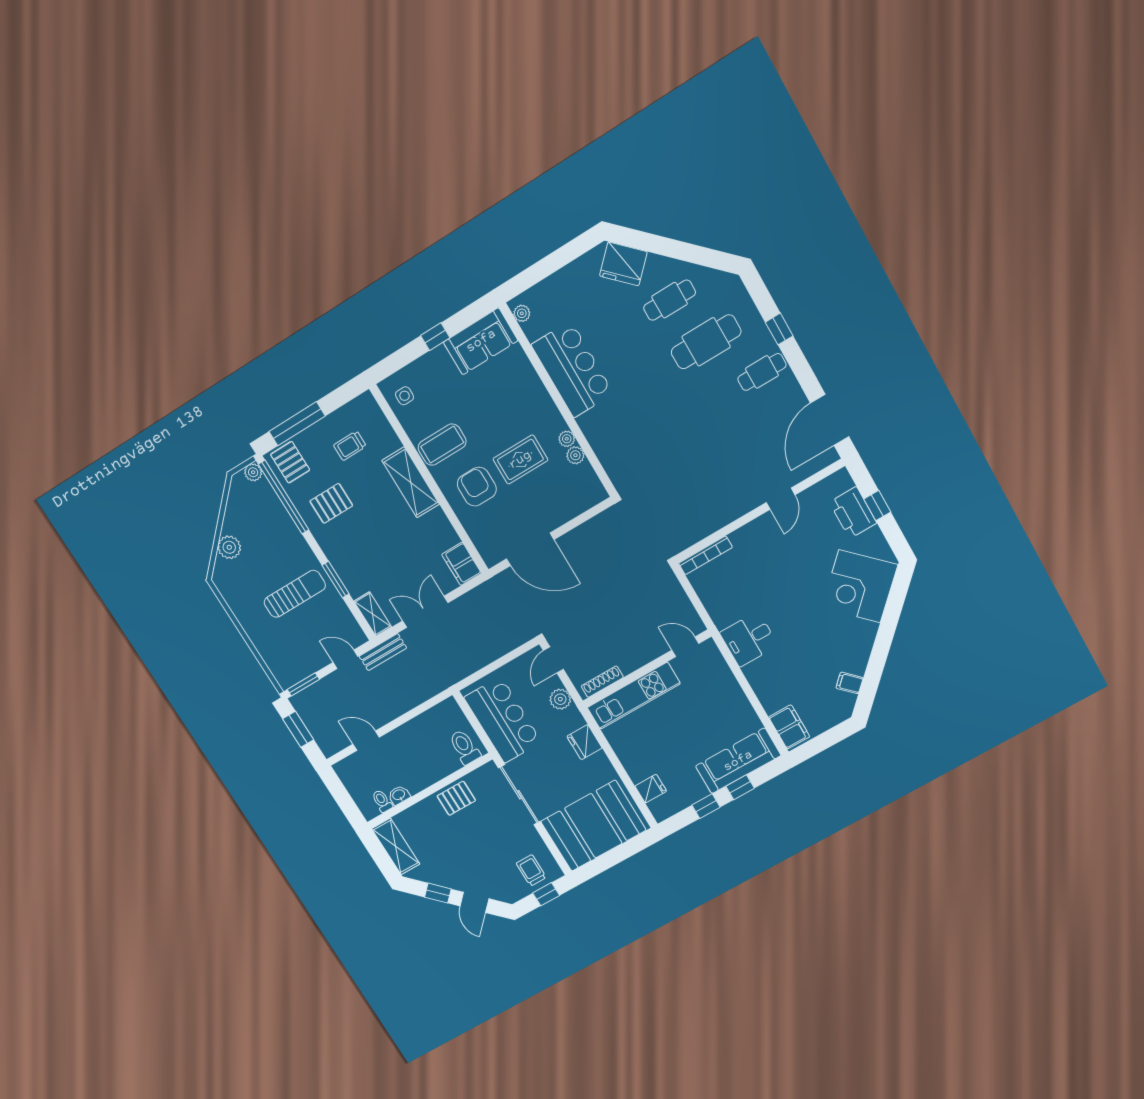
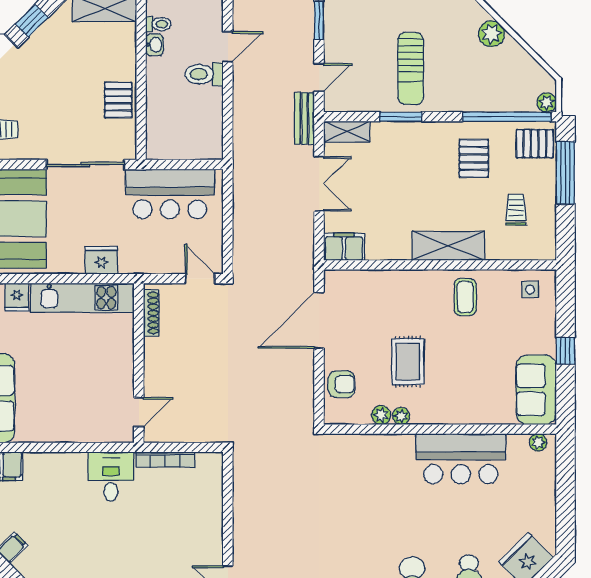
coffee table: (442, 445) -> (465, 297), width x0.73, depth x0.77
armchair: (477, 487) -> (342, 384), moved, width x0.72, depth x0.72
bookcase: (705, 555) -> (165, 460), moved, turned -90
kitchen unit: (634, 696) -> (82, 298), moved, turned -90
plant: (560, 699) -> (158, 262), removed
toilet: (465, 747) -> (204, 74), moved, turned 180

